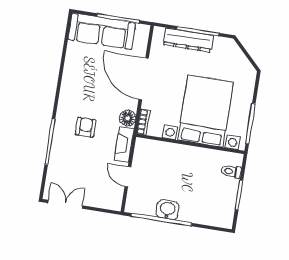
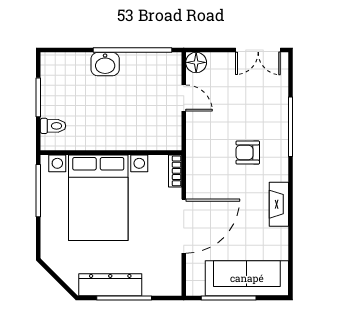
dresser: (188, 40) -> (110, 285), moved
door: (144, 79) -> (184, 226), hinge flipped
floor lamp: (128, 118) -> (196, 62), moved
armchair: (86, 127) -> (248, 152), turned 90
fireplace: (124, 144) -> (279, 204), moved, turned 180
washbasin: (168, 210) -> (105, 64), moved

